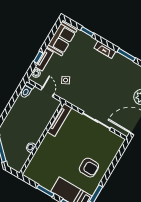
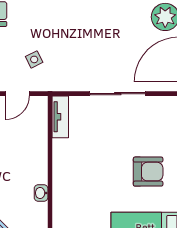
door: (48, 92) -> (17, 94), swing flipped
tv unit: (59, 120) -> (60, 117), width x0.71

